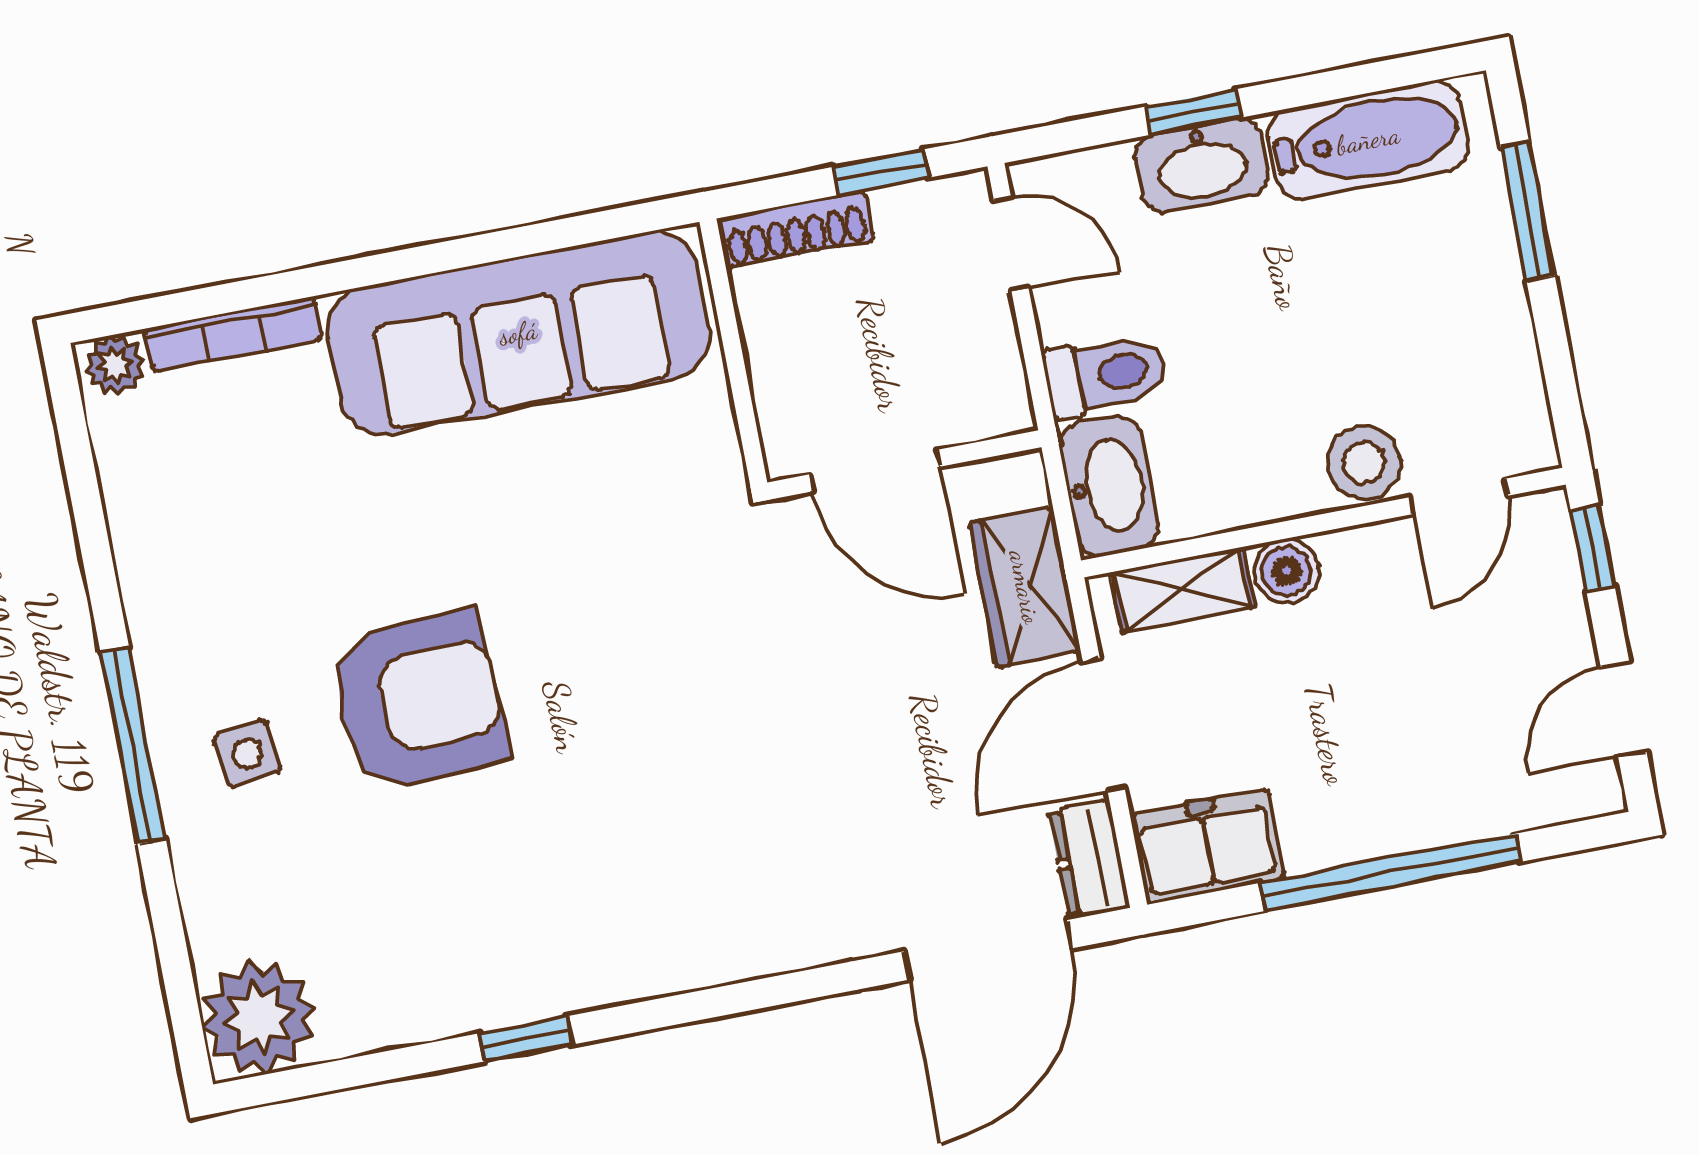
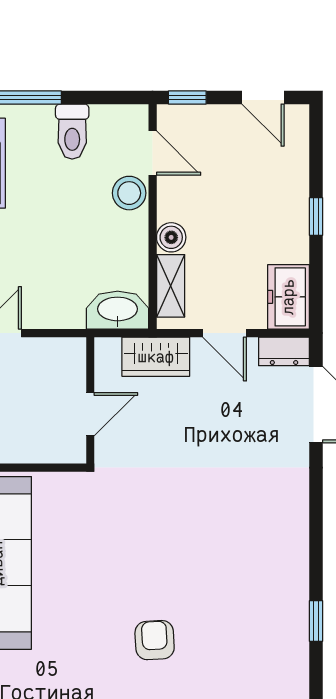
toilet: (1106, 374) -> (72, 132), moved, turned 180
door: (875, 471) -> (90, 414), width x0.73
armchair: (418, 701) -> (155, 640), width x0.53, depth x0.53
door: (1104, 724) -> (224, 333), width x0.73
window: (1391, 872) -> (316, 217), width x0.32

